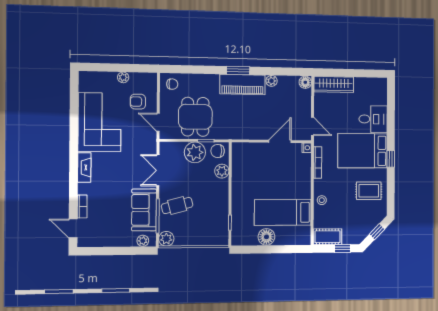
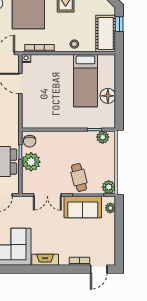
plant: (222, 171) -> (103, 137), moved
cot: (328, 237) -> (106, 33), width x1.37, depth x1.34

